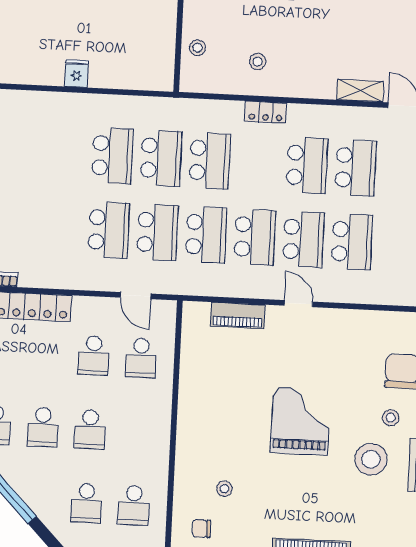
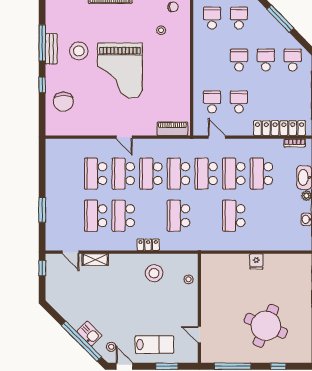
stool: (258, 62) -> (154, 273), width x1.89, depth x1.89
school desk: (161, 158) -> (261, 174), moved
piano: (238, 315) -> (172, 129), moved
stool: (391, 418) -> (69, 75), removed
grand piano: (300, 421) -> (120, 71), width x1.37, depth x1.48

